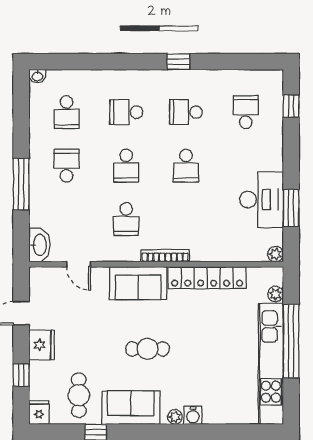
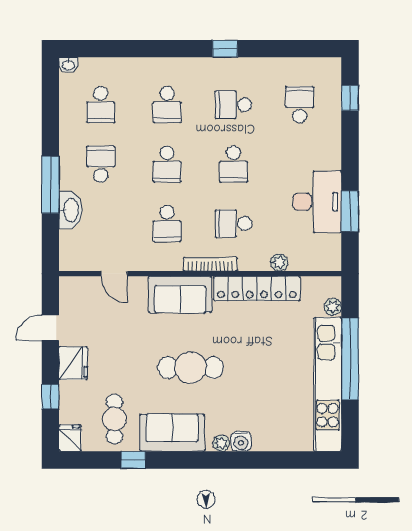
school desk: (126, 112) -> (167, 105), turned -90
school desk: (186, 219) -> (233, 224), added
washbasin: (39, 245) -> (70, 210), moved
plant: (276, 254) -> (279, 262), moved
cafe table: (147, 349) -> (191, 368), width x1.37, depth x1.35

